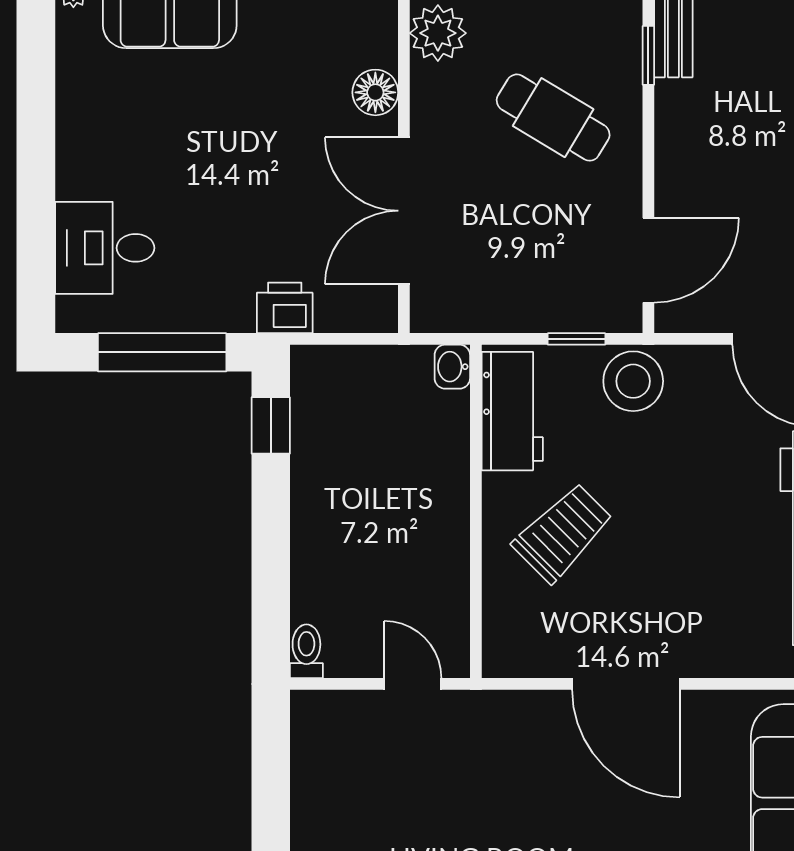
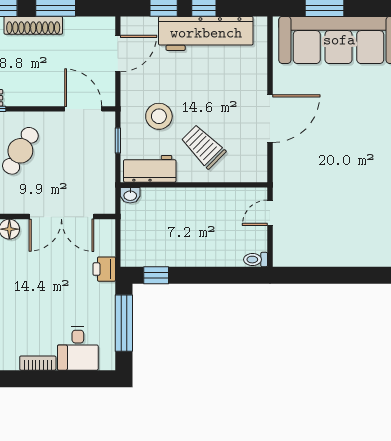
bookcase: (71, 157) -> (38, 363), added
stool: (633, 381) -> (159, 116), moved

